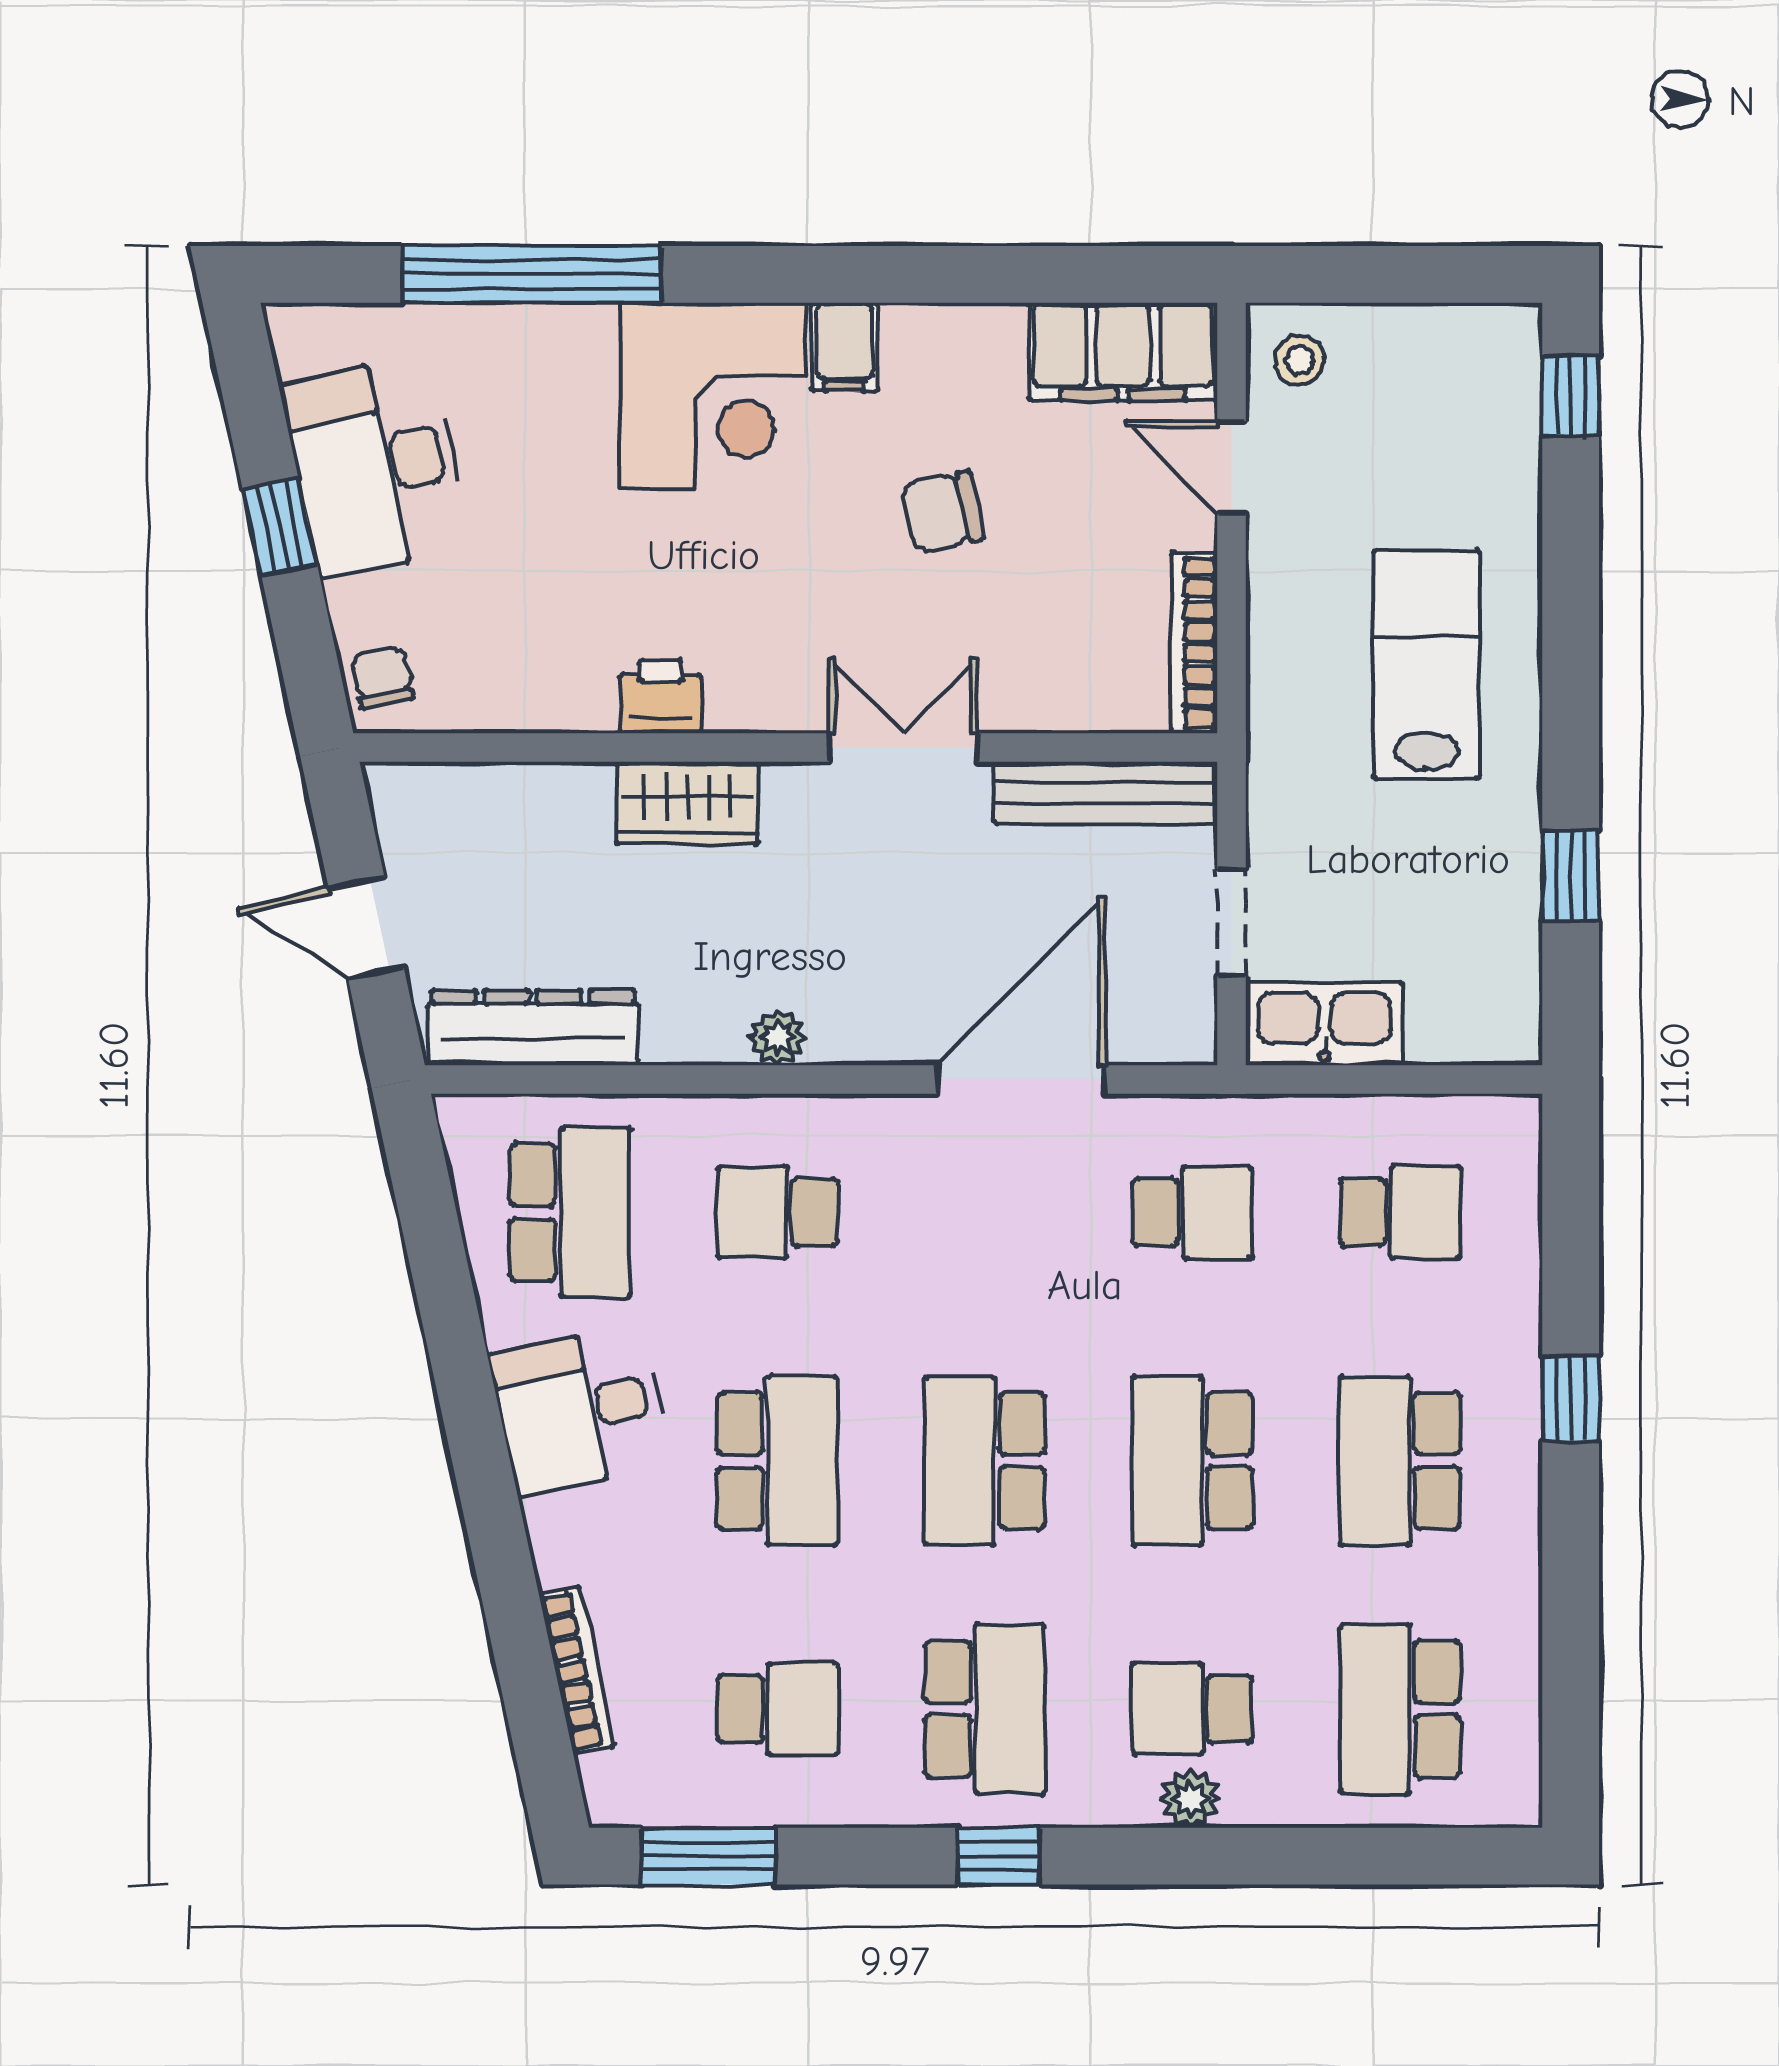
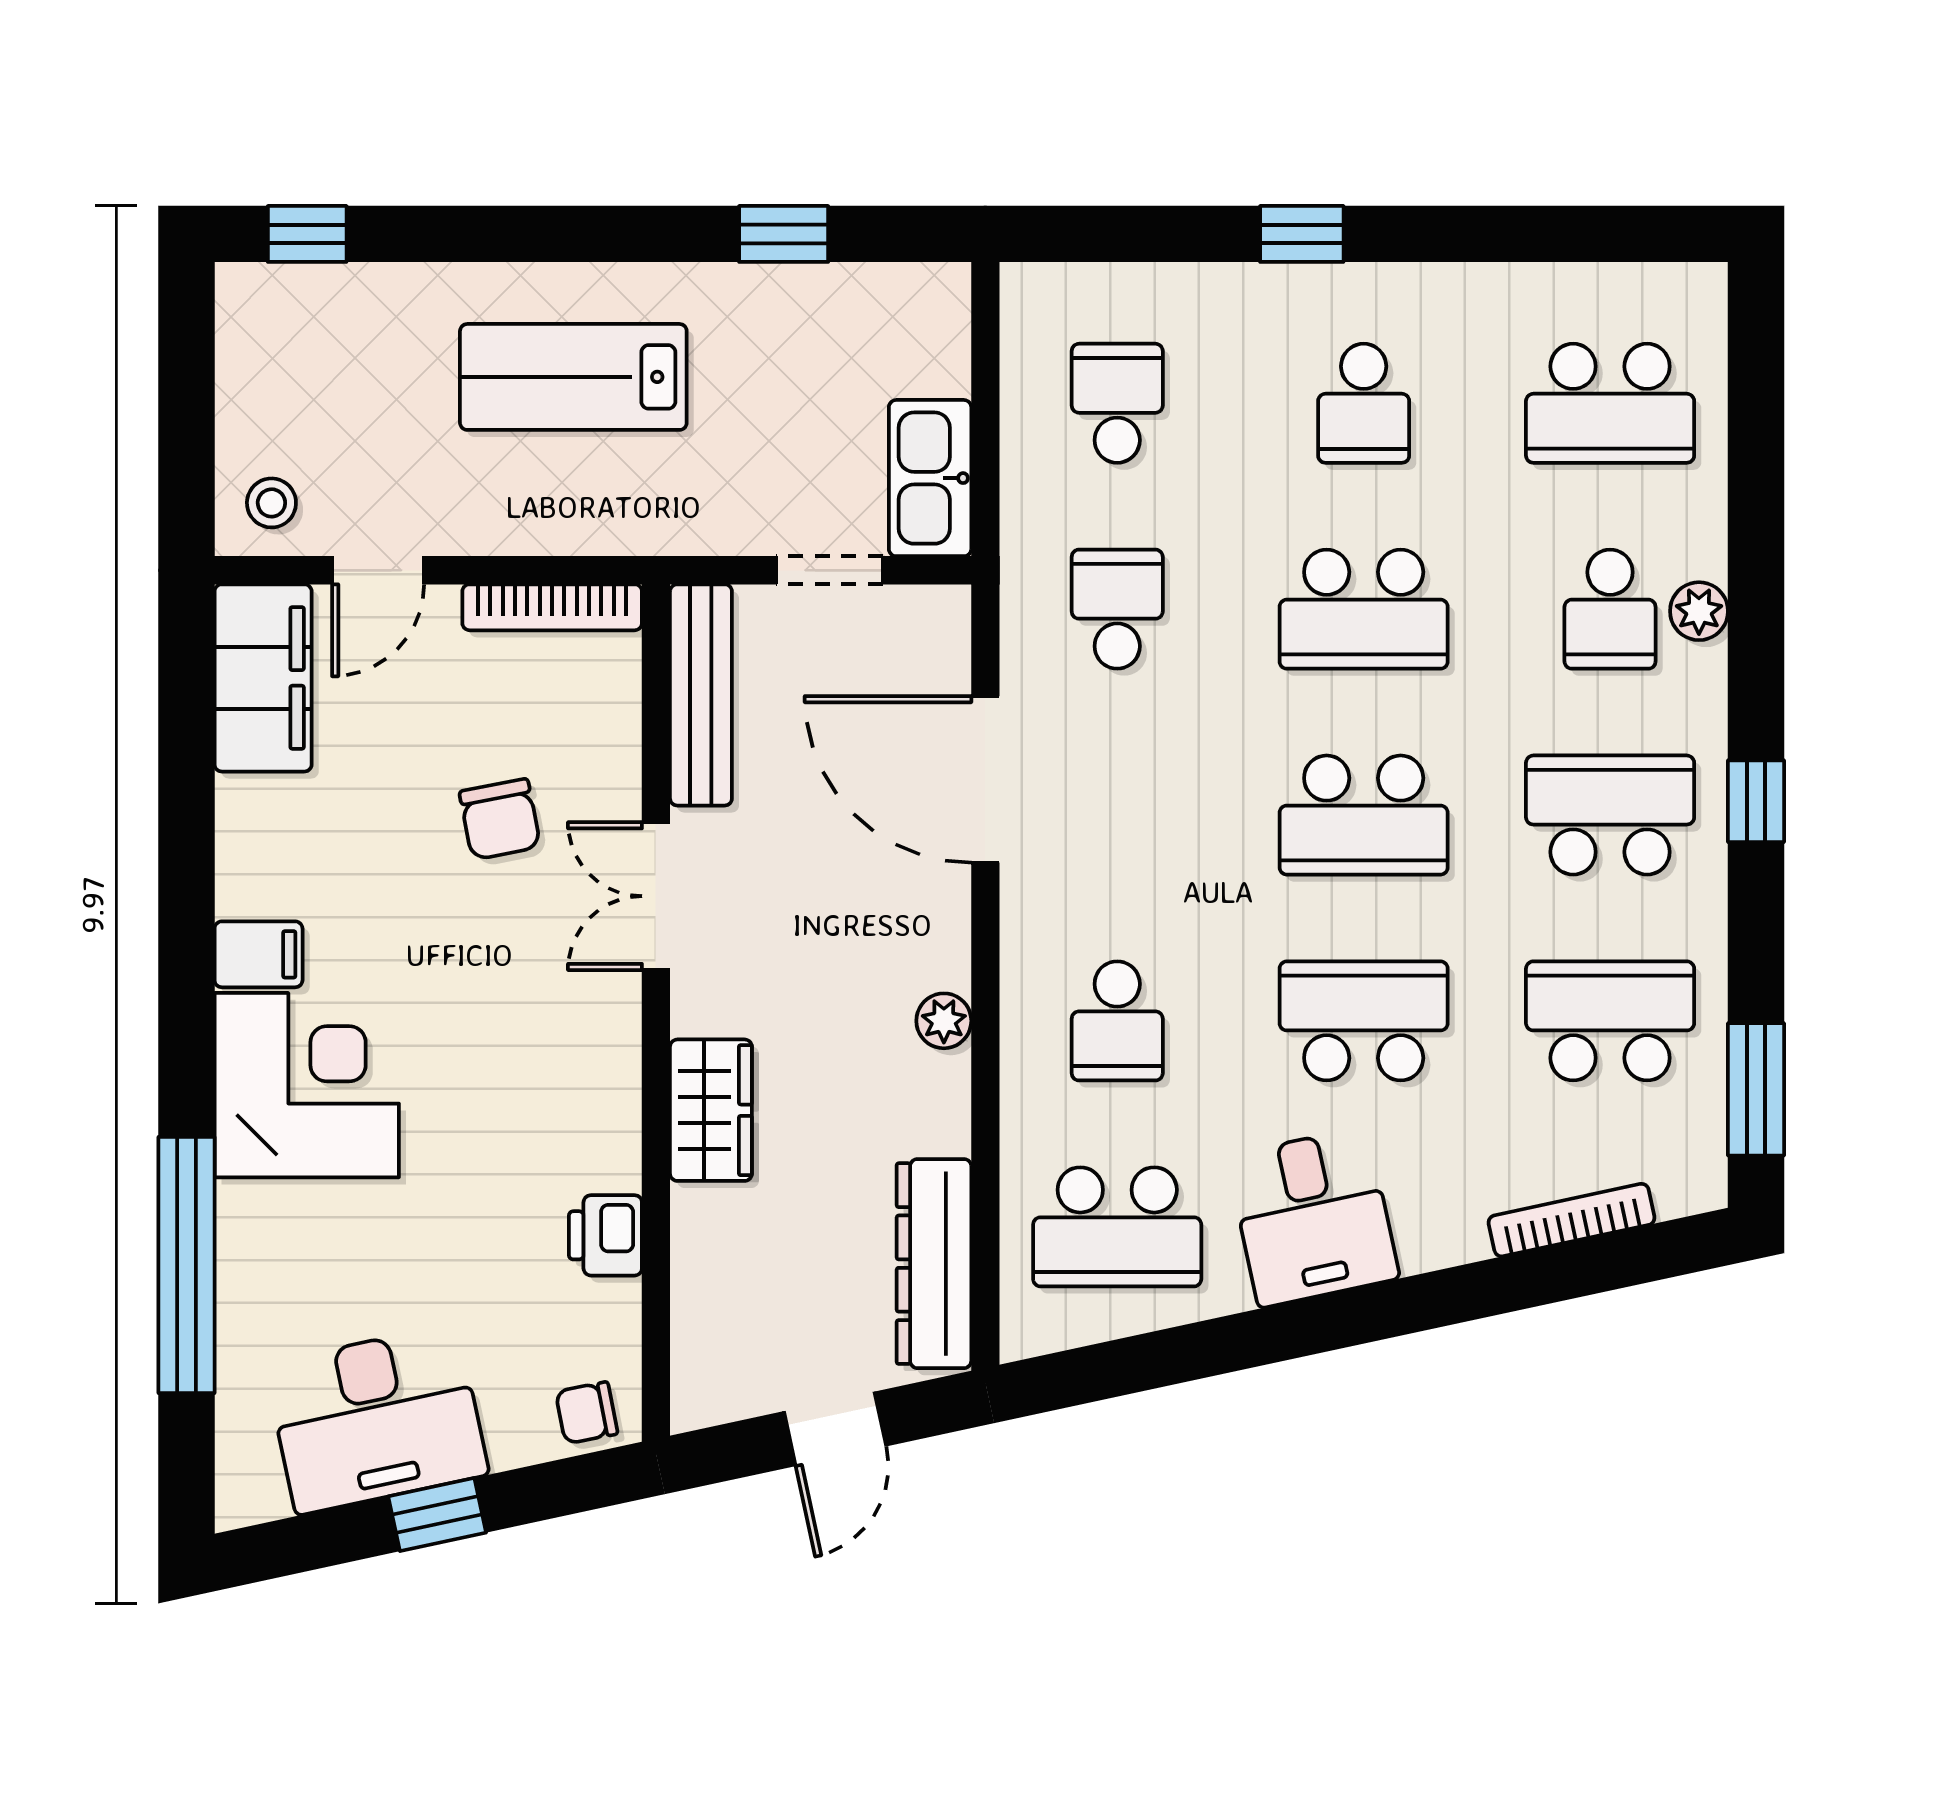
chair: (942, 512) -> (500, 819), moved
printer: (661, 697) -> (605, 1235), moved
school desk: (570, 1212) -> (1117, 1227), turned 180
school desk: (1400, 1461) -> (1364, 403), width x0.54
school desk: (777, 1709) -> (1610, 1021), width x1.85

